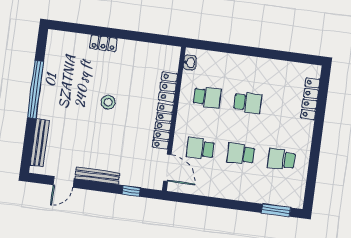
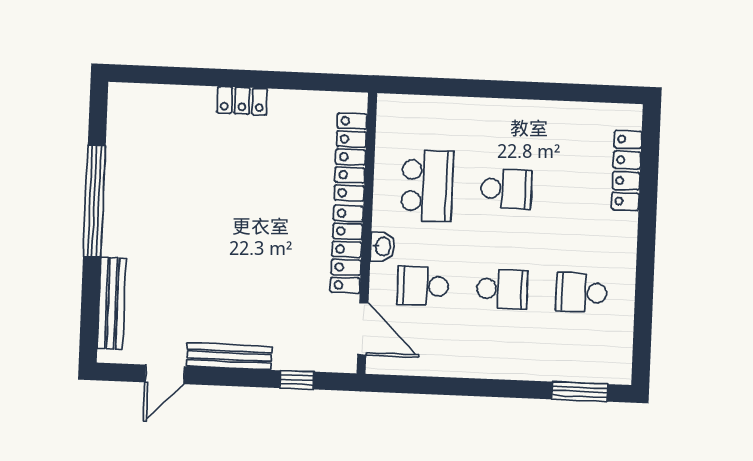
locker: (103, 43) -> (242, 101), moved
washbasin: (190, 62) -> (382, 246), moved
locker: (168, 87) -> (351, 157), width x1.53
school desk: (207, 97) -> (427, 186), width x1.85
stool: (108, 102) -> (237, 213), removed
school desk: (241, 154) -> (502, 289), turned 180

